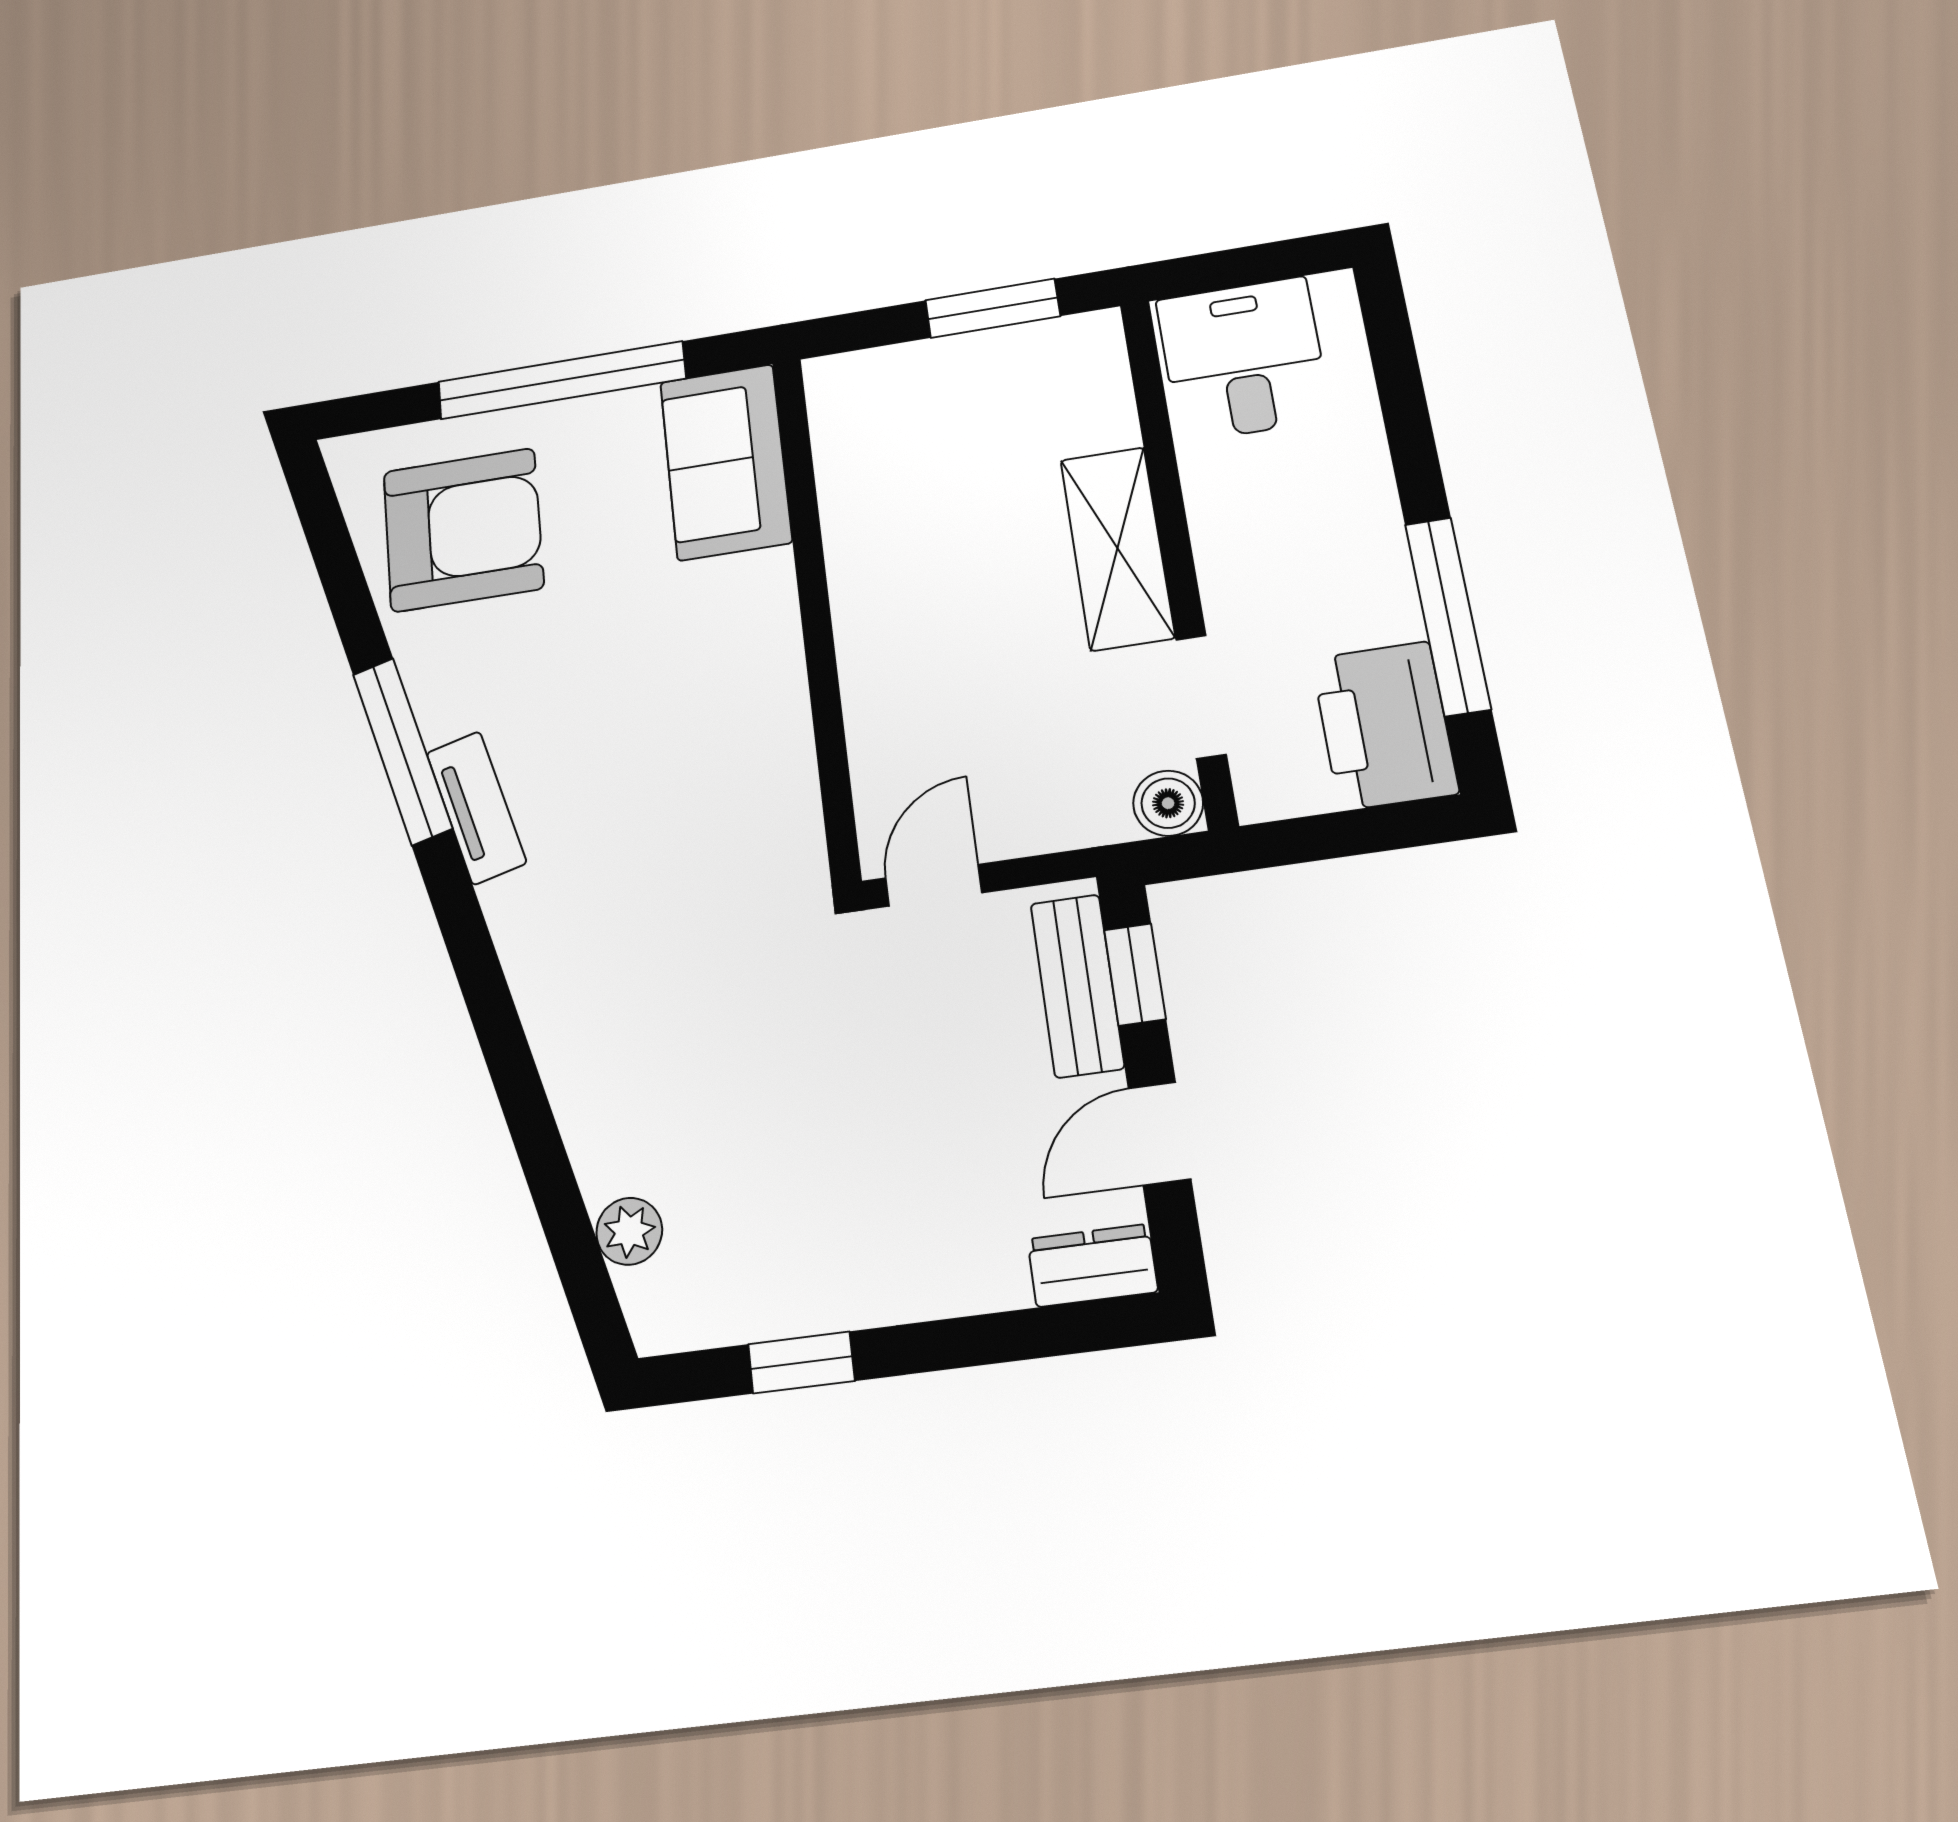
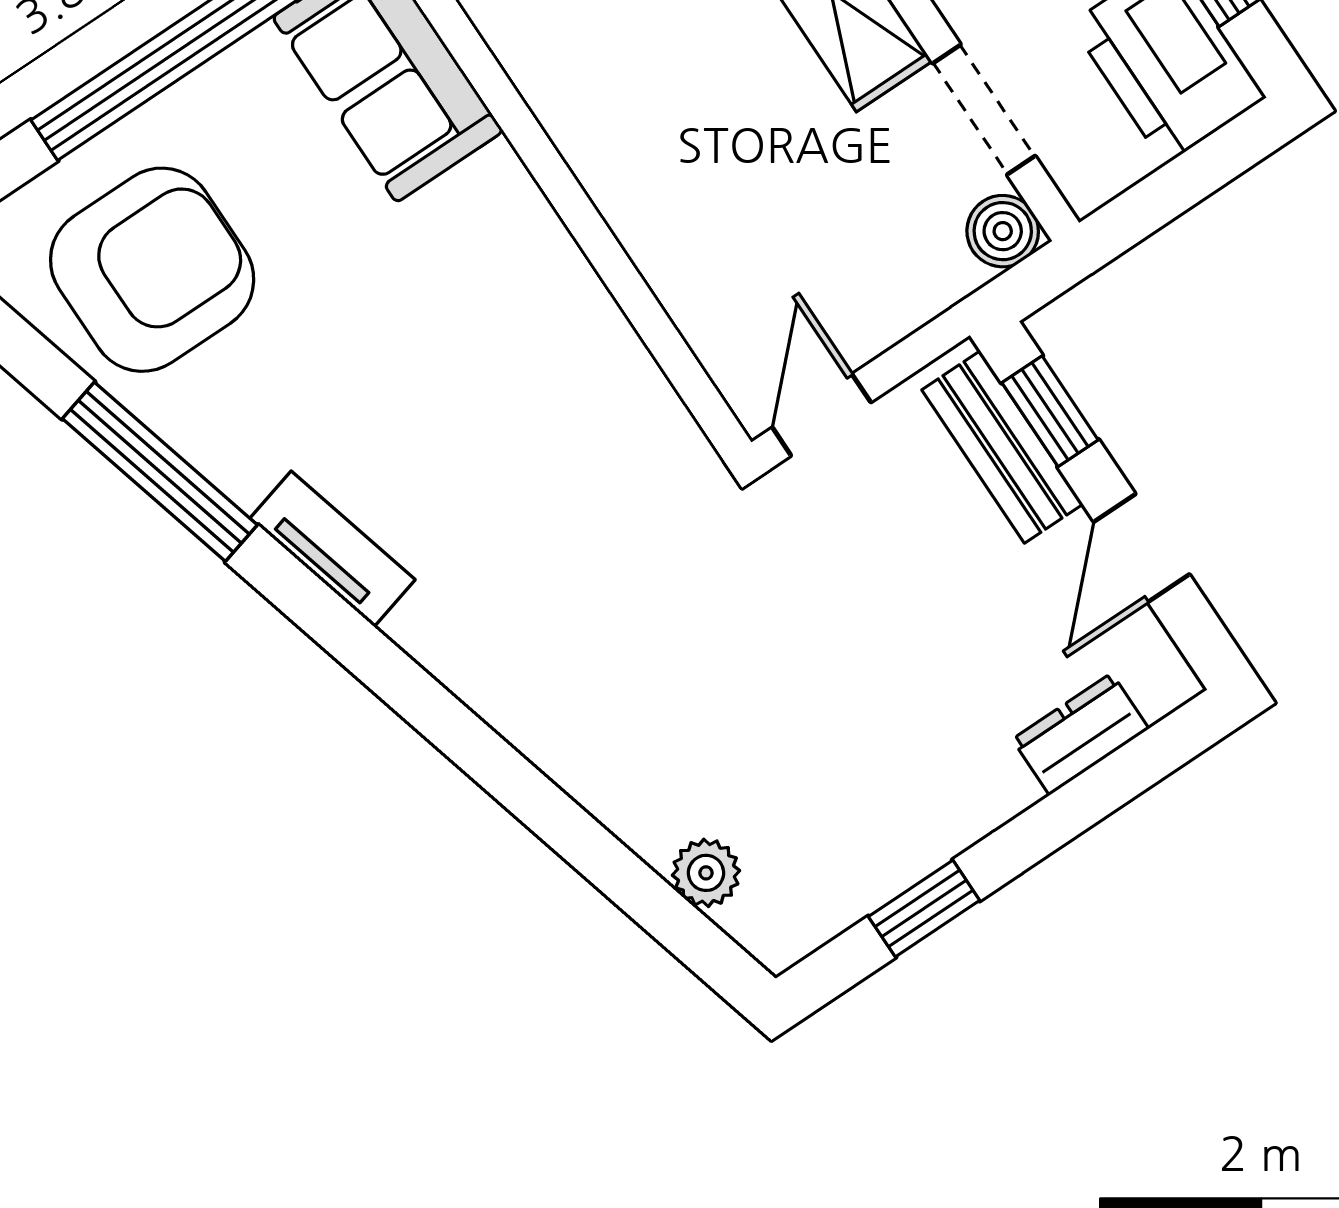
window: (402, 751) -> (160, 472), moved
dresser: (1092, 1265) -> (1081, 734), moved

